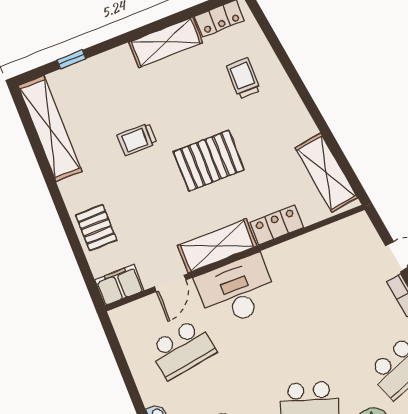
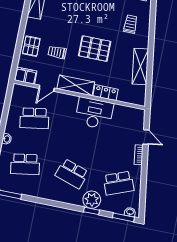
trolley: (137, 139) -> (57, 52), moved
shelving: (326, 173) -> (140, 67), moved
desk: (237, 291) -> (94, 113), moved

